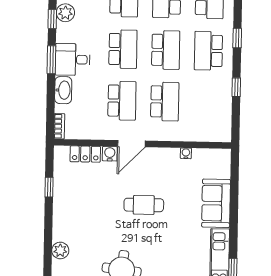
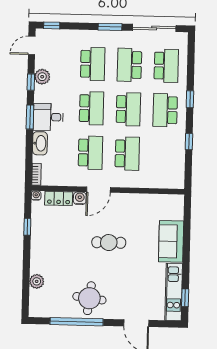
water cooler: (186, 153) -> (36, 196), moved

